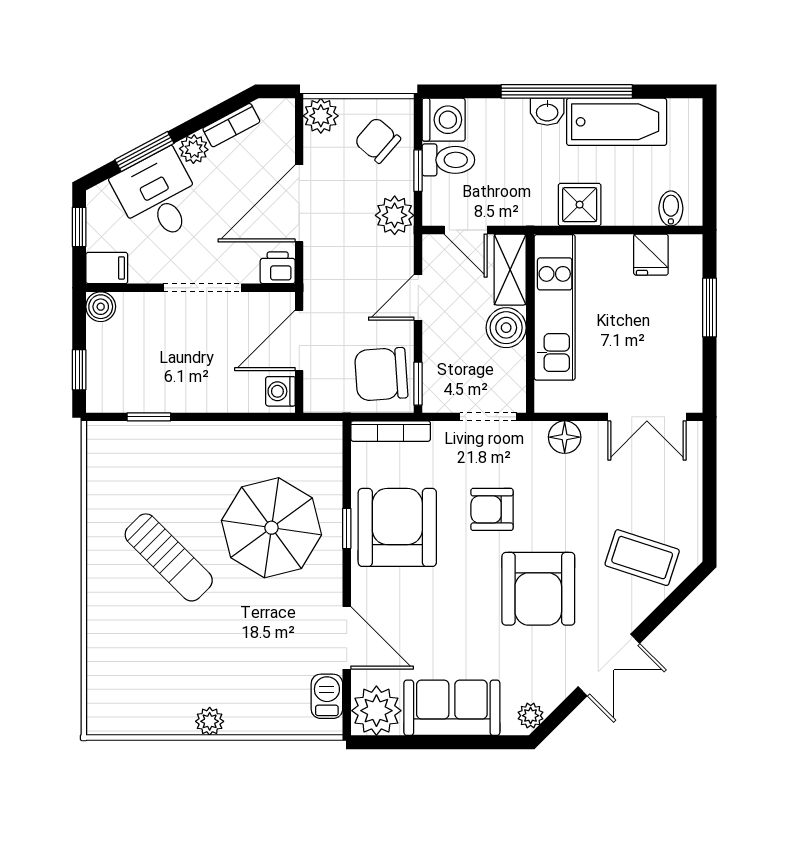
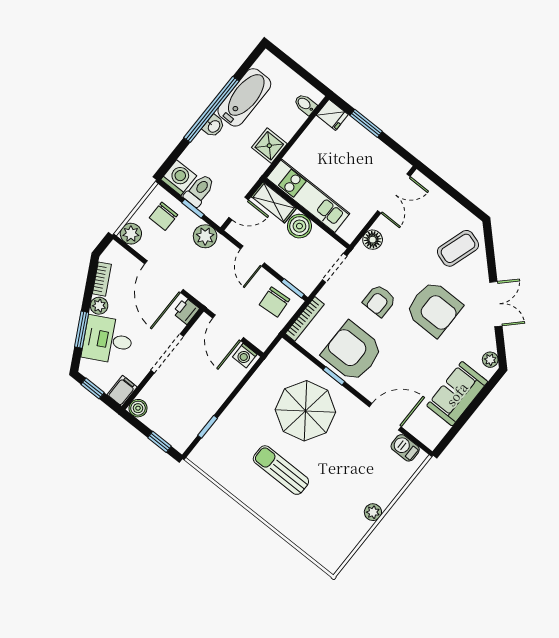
chair: (377, 140) -> (164, 216), turned -41
fridge: (651, 255) -> (332, 115), moved
chair: (381, 374) -> (275, 302), width x0.73, depth x0.73
sun lounger: (169, 557) -> (281, 470), turned -135
plant: (376, 711) -> (430, 430), removed

